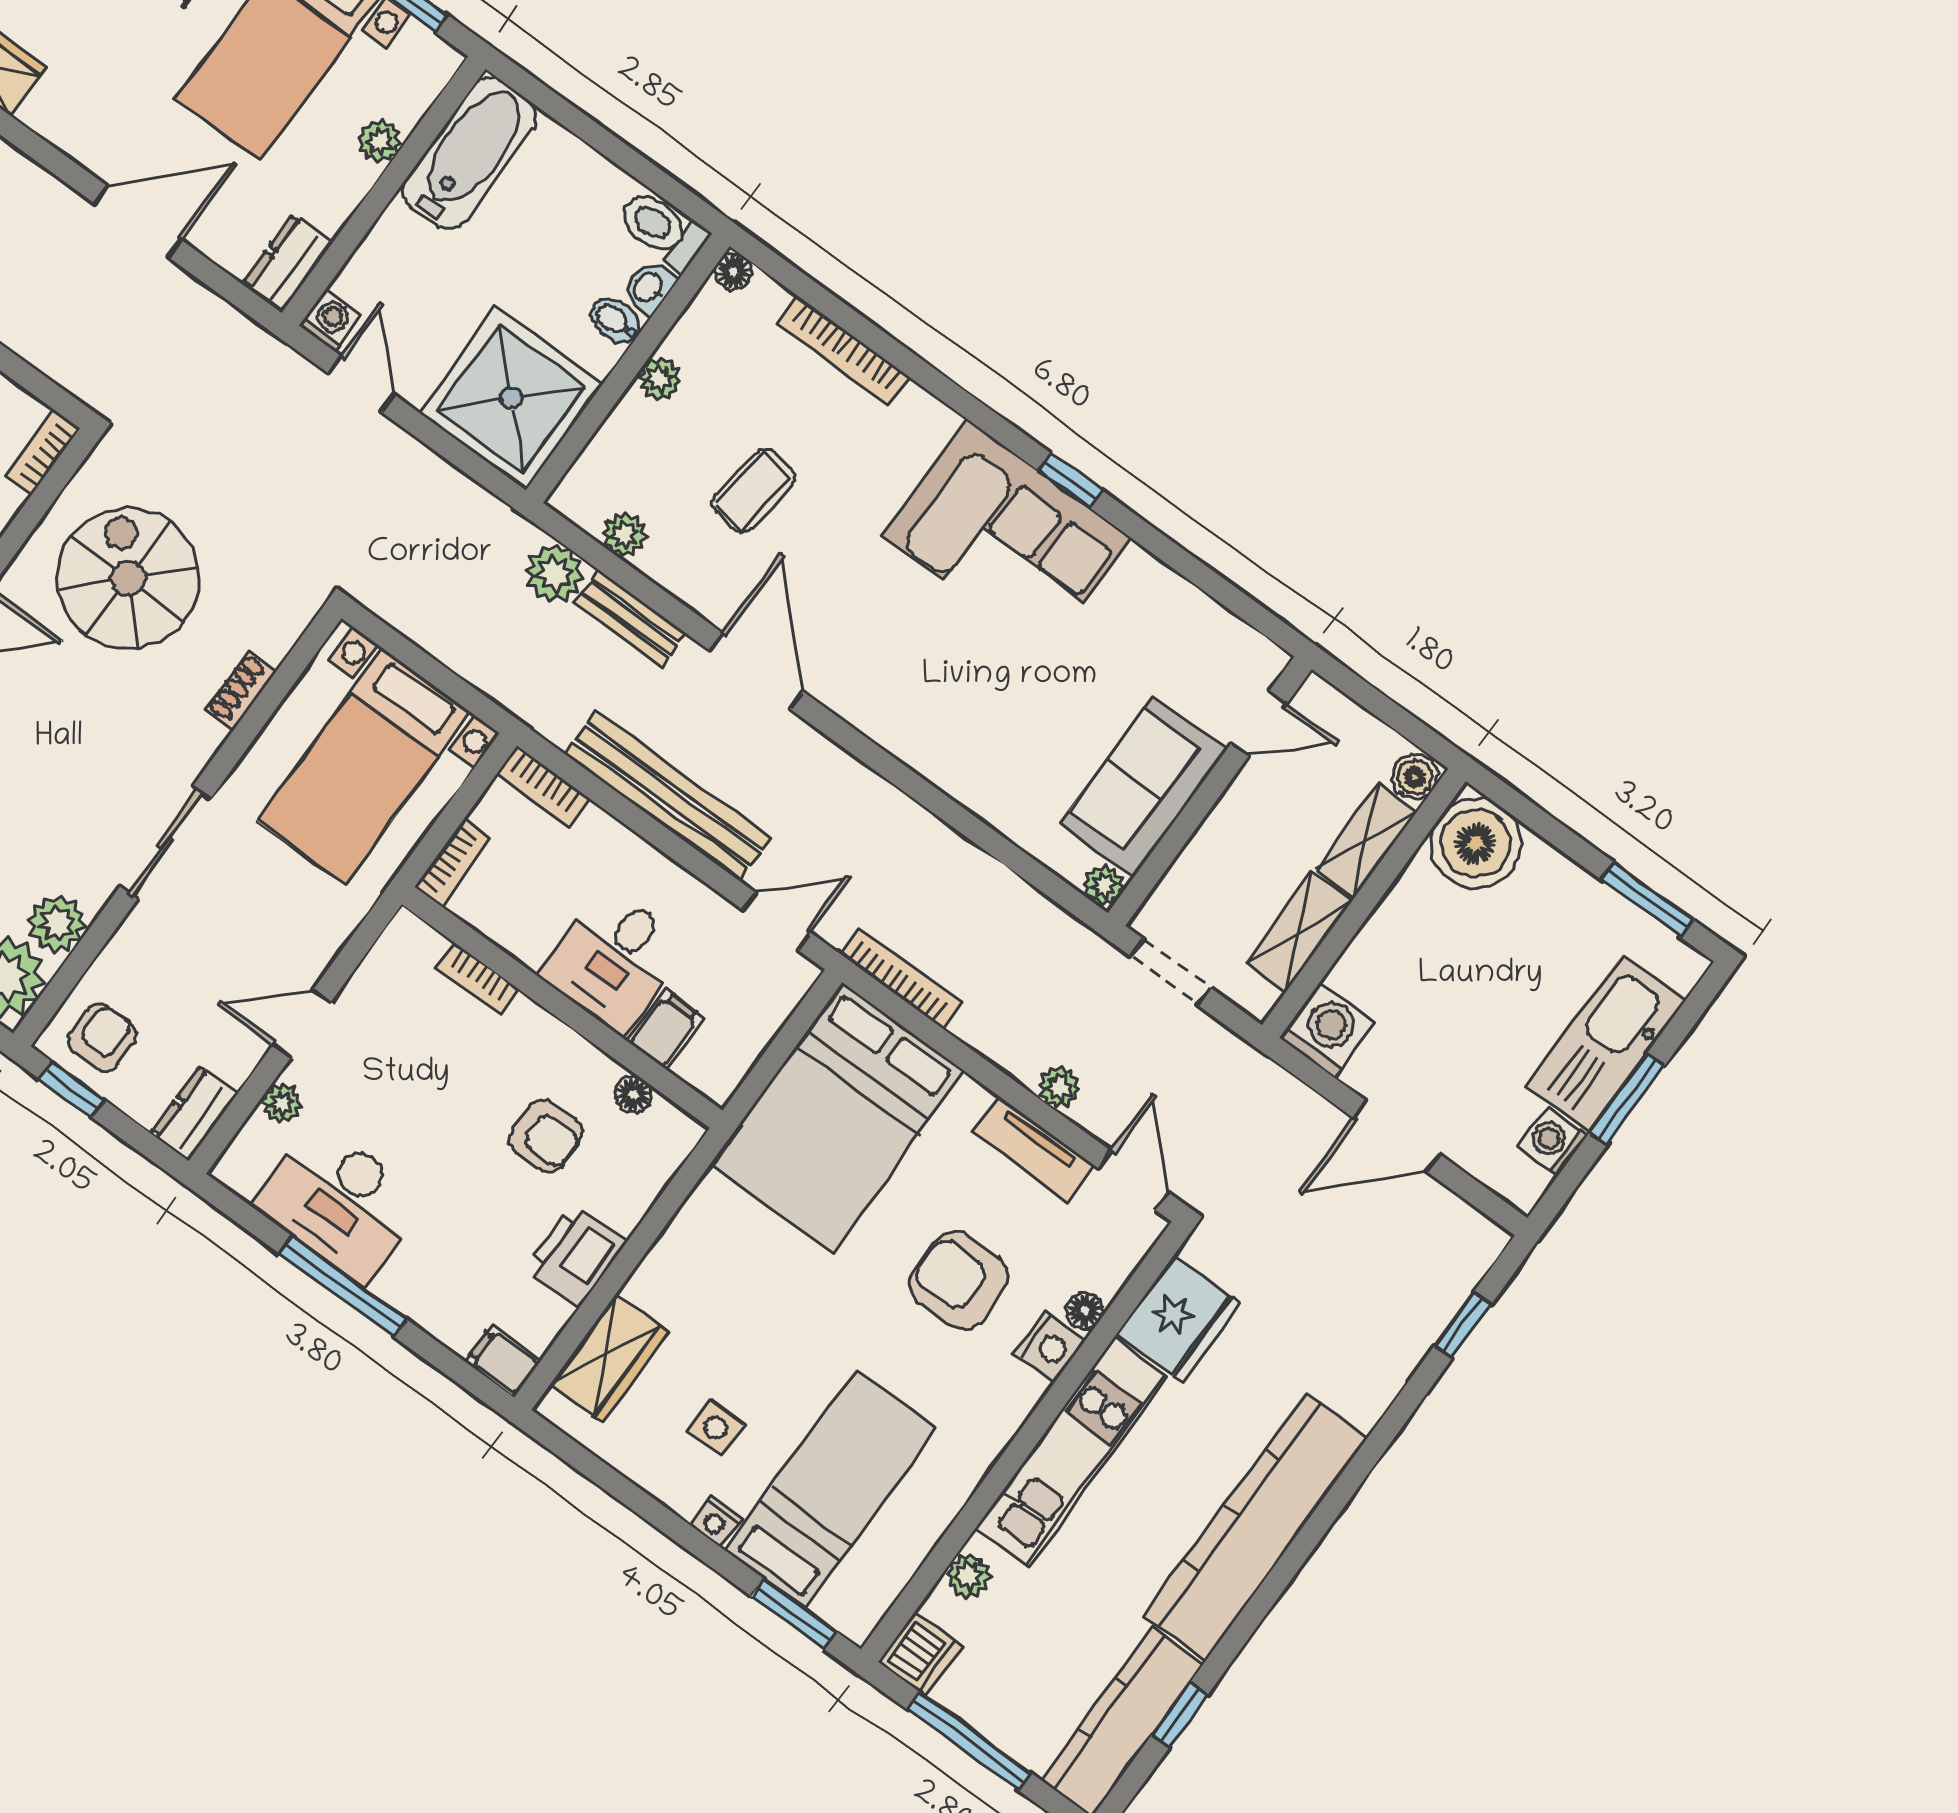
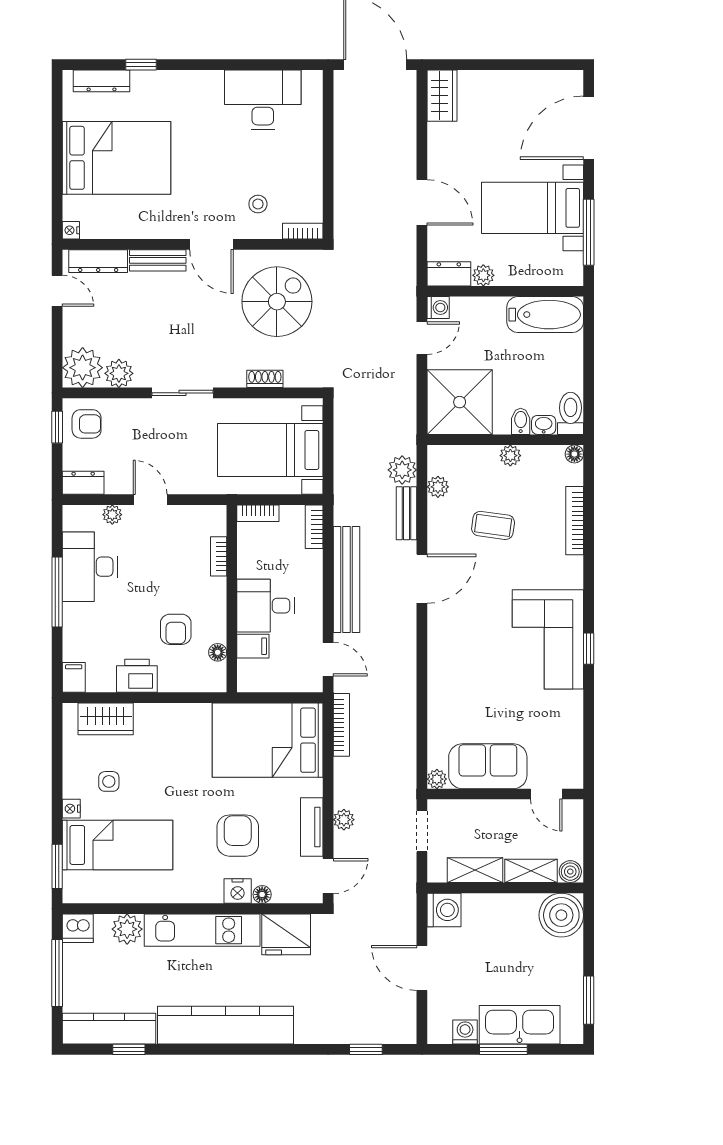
plant: (380, 141) -> (483, 275), moved
plant: (968, 1576) -> (127, 929), width x1.38, depth x1.38

